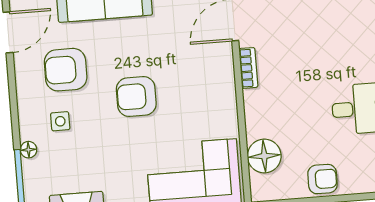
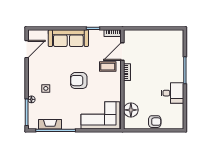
coffee table: (202, 58) -> (108, 67), added
armchair: (66, 70) -> (50, 67), removed

